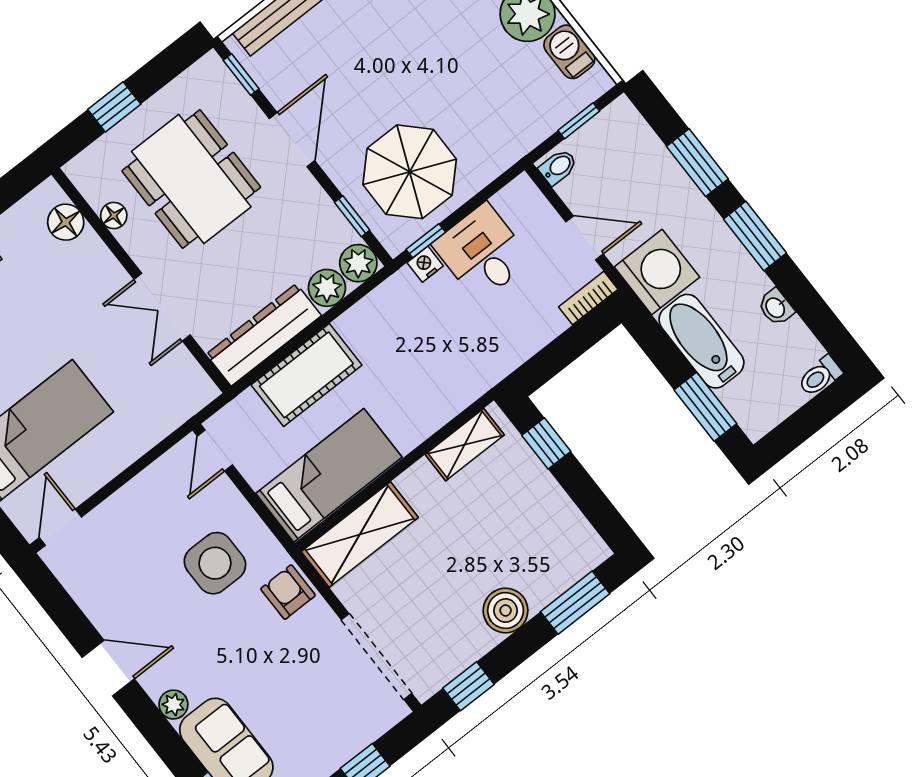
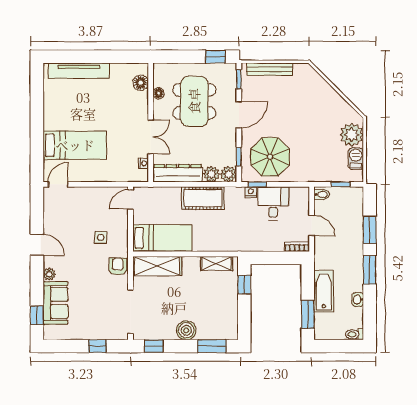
window: (114, 107) -> (215, 57), moved
washing machine: (657, 272) -> (327, 256), removed
double door: (162, 307) -> (151, 137), swing flipped
nightstand: (187, 366) -> (143, 163), added
cot: (306, 375) -> (203, 198), moved
side table: (215, 563) -> (101, 237), width x0.54, depth x0.54

